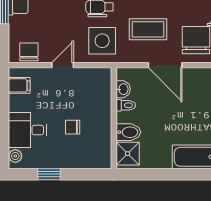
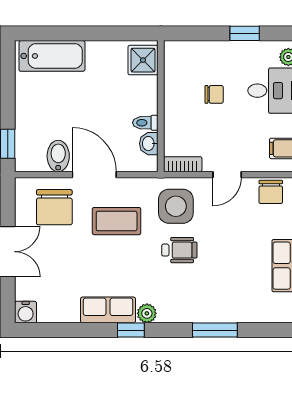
bookcase: (97, 73) -> (183, 164), added
bidet: (128, 132) -> (58, 156), moved, turned 90

